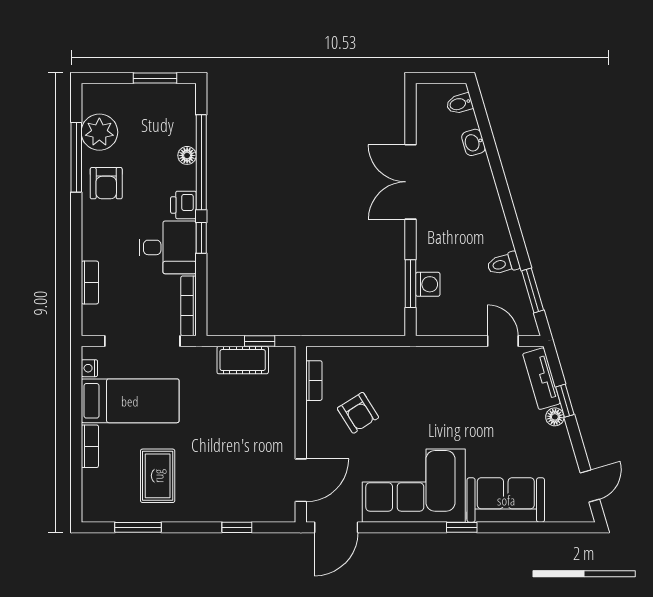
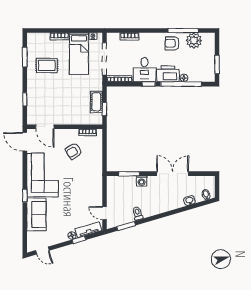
printer: (183, 205) -> (168, 74), width x1.87, depth x1.48
washing machine: (428, 284) -> (142, 181), moved
door: (503, 341) -> (104, 213), swing flipped

